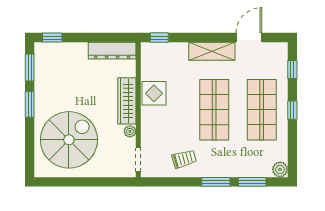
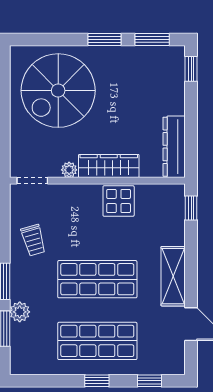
spiral stairs: (69, 140) -> (58, 91), turned 90
plant: (280, 169) -> (20, 312), moved

